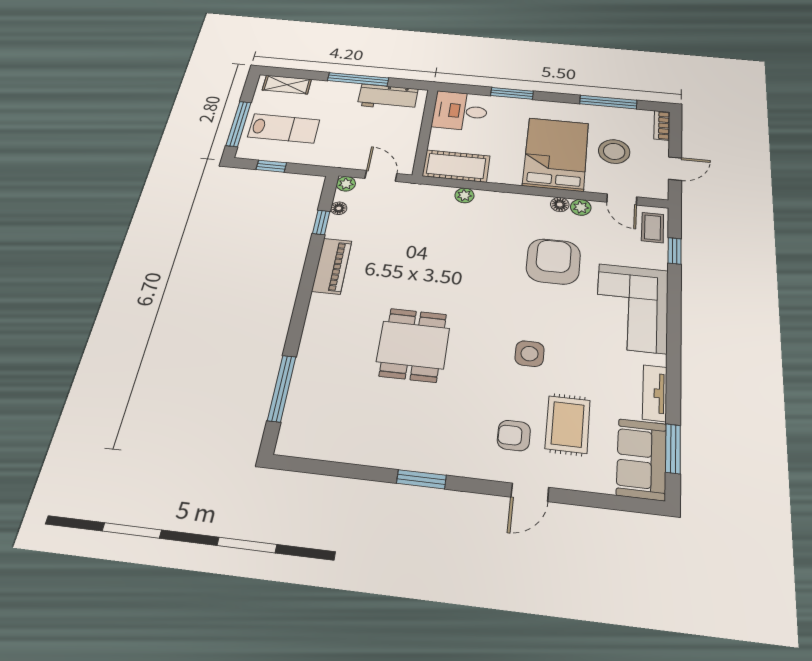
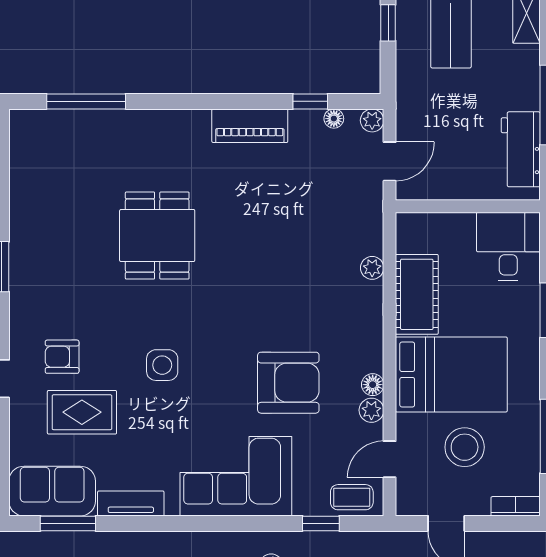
cot: (456, 166) -> (417, 294), moved
dining table: (413, 345) -> (157, 236), turned 90
armchair: (514, 436) -> (62, 357), turned -90

